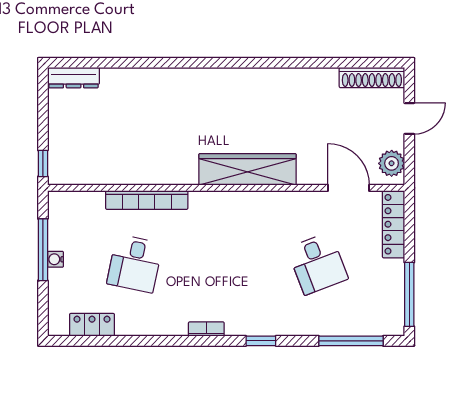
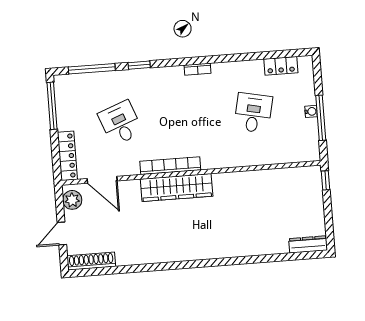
bookcase: (147, 200) -> (170, 166), moved
window: (261, 341) -> (139, 65), moved

